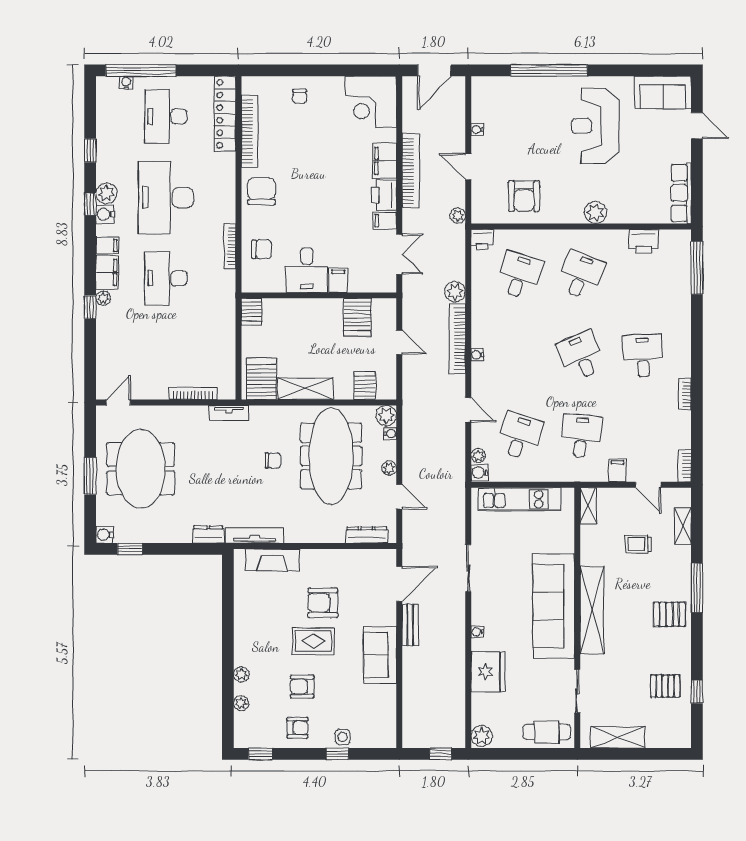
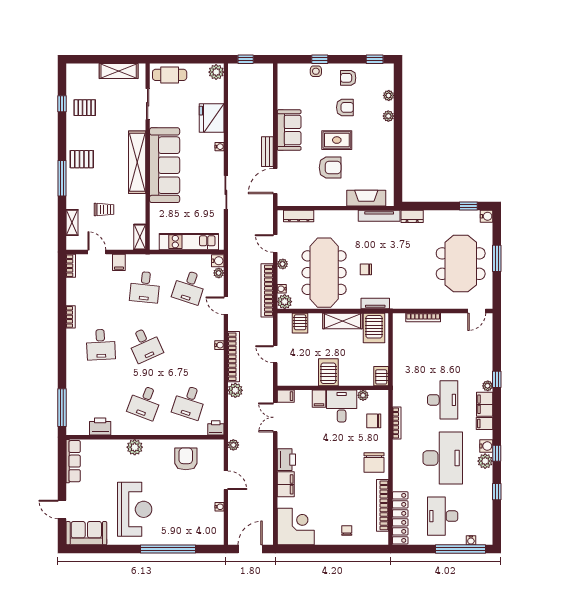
desk: (166, 116) -> (443, 516), turned 180
bookcase: (411, 171) -> (267, 290), moved
filing cabinet: (385, 221) -> (286, 396), moved
plant: (277, 285) -> (363, 395), added
server rack: (357, 317) -> (328, 372), moved
tv unit: (229, 413) -> (375, 304), moved

